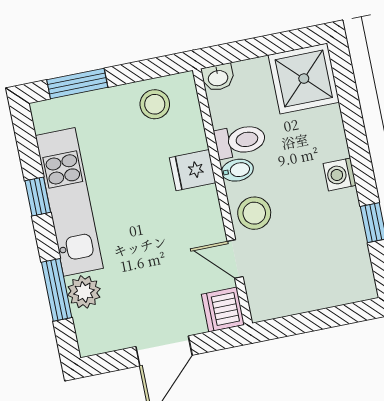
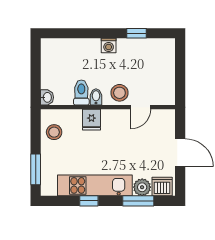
shower: (304, 79) -> (56, 54), removed
dishwasher: (223, 310) -> (162, 187), moved, turned 180

